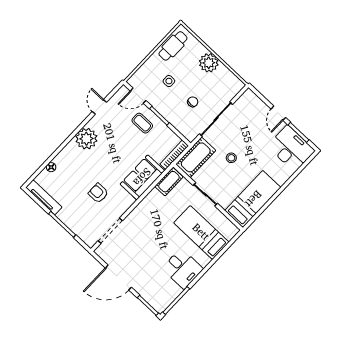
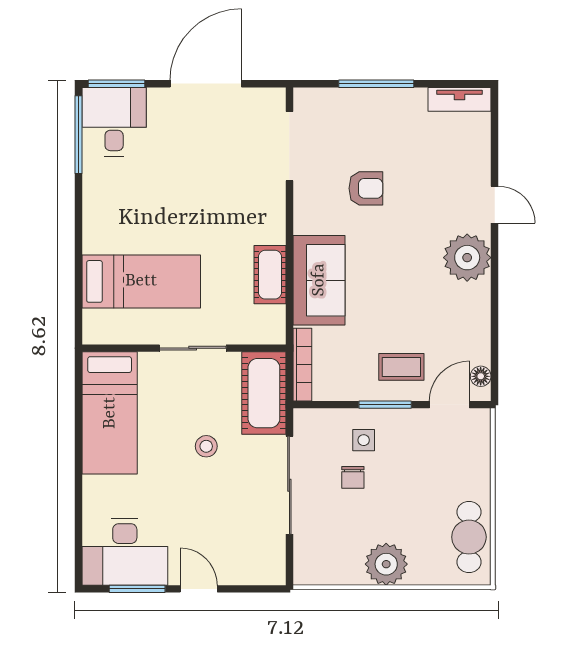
side table: (169, 81) -> (364, 440), moved
door: (99, 107) -> (495, 205), moved
floor lamp: (51, 167) -> (481, 376), moved
cot: (169, 182) -> (270, 275), moved
tv unit: (44, 197) -> (459, 99), width x0.71
desk: (183, 269) -> (114, 122), moved, turned 90

